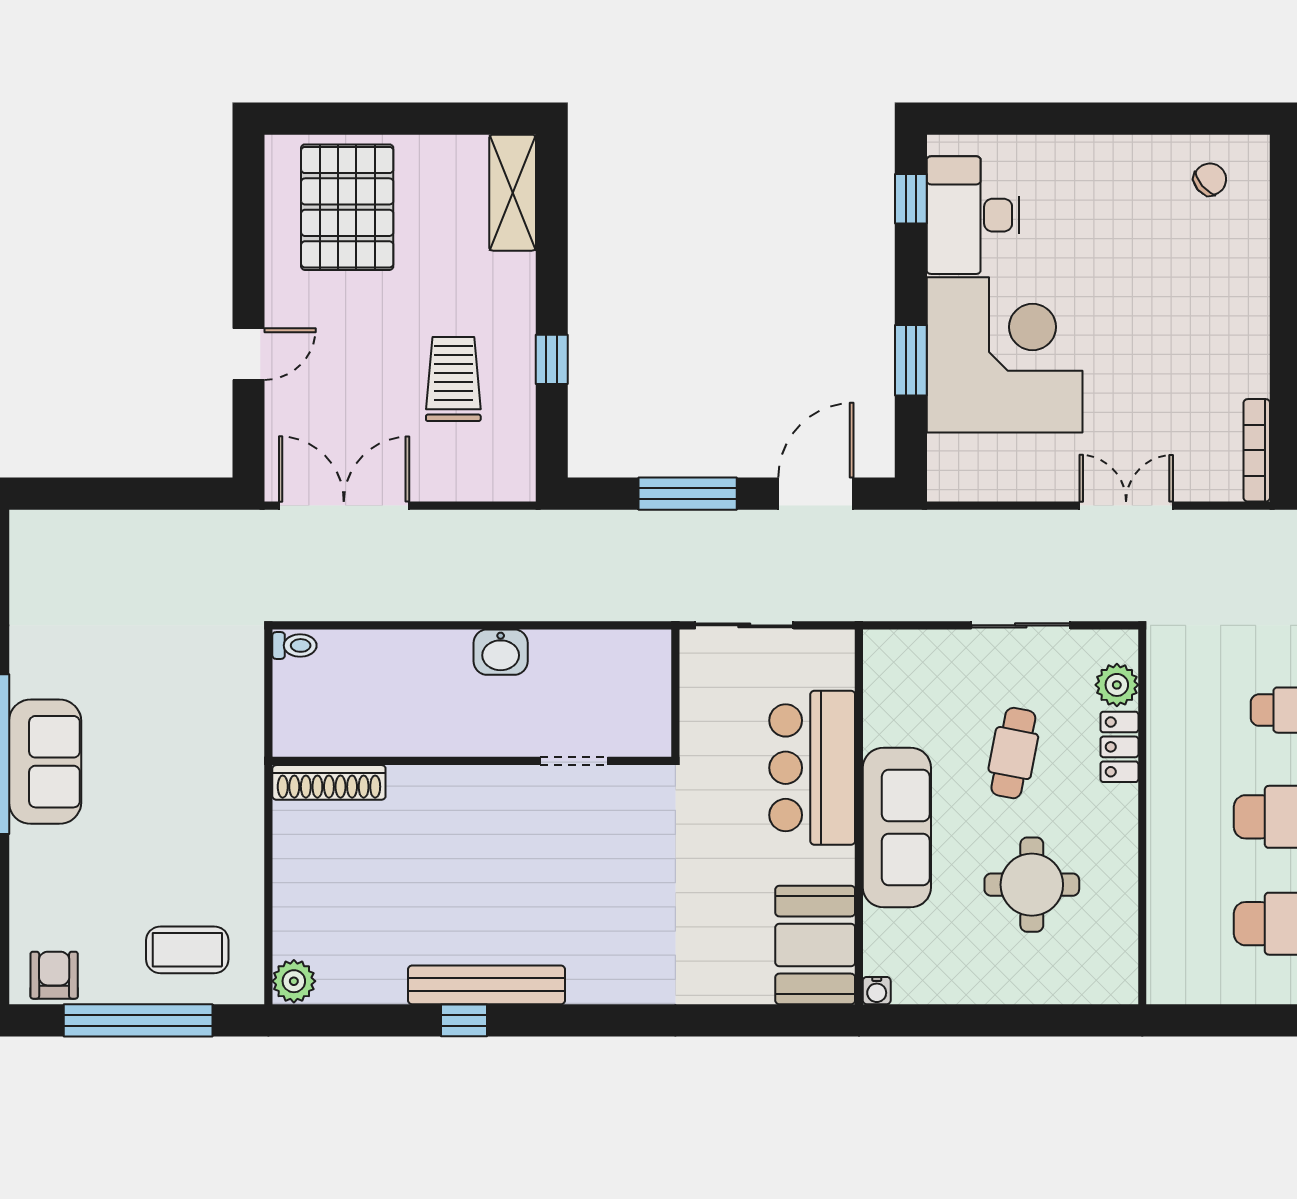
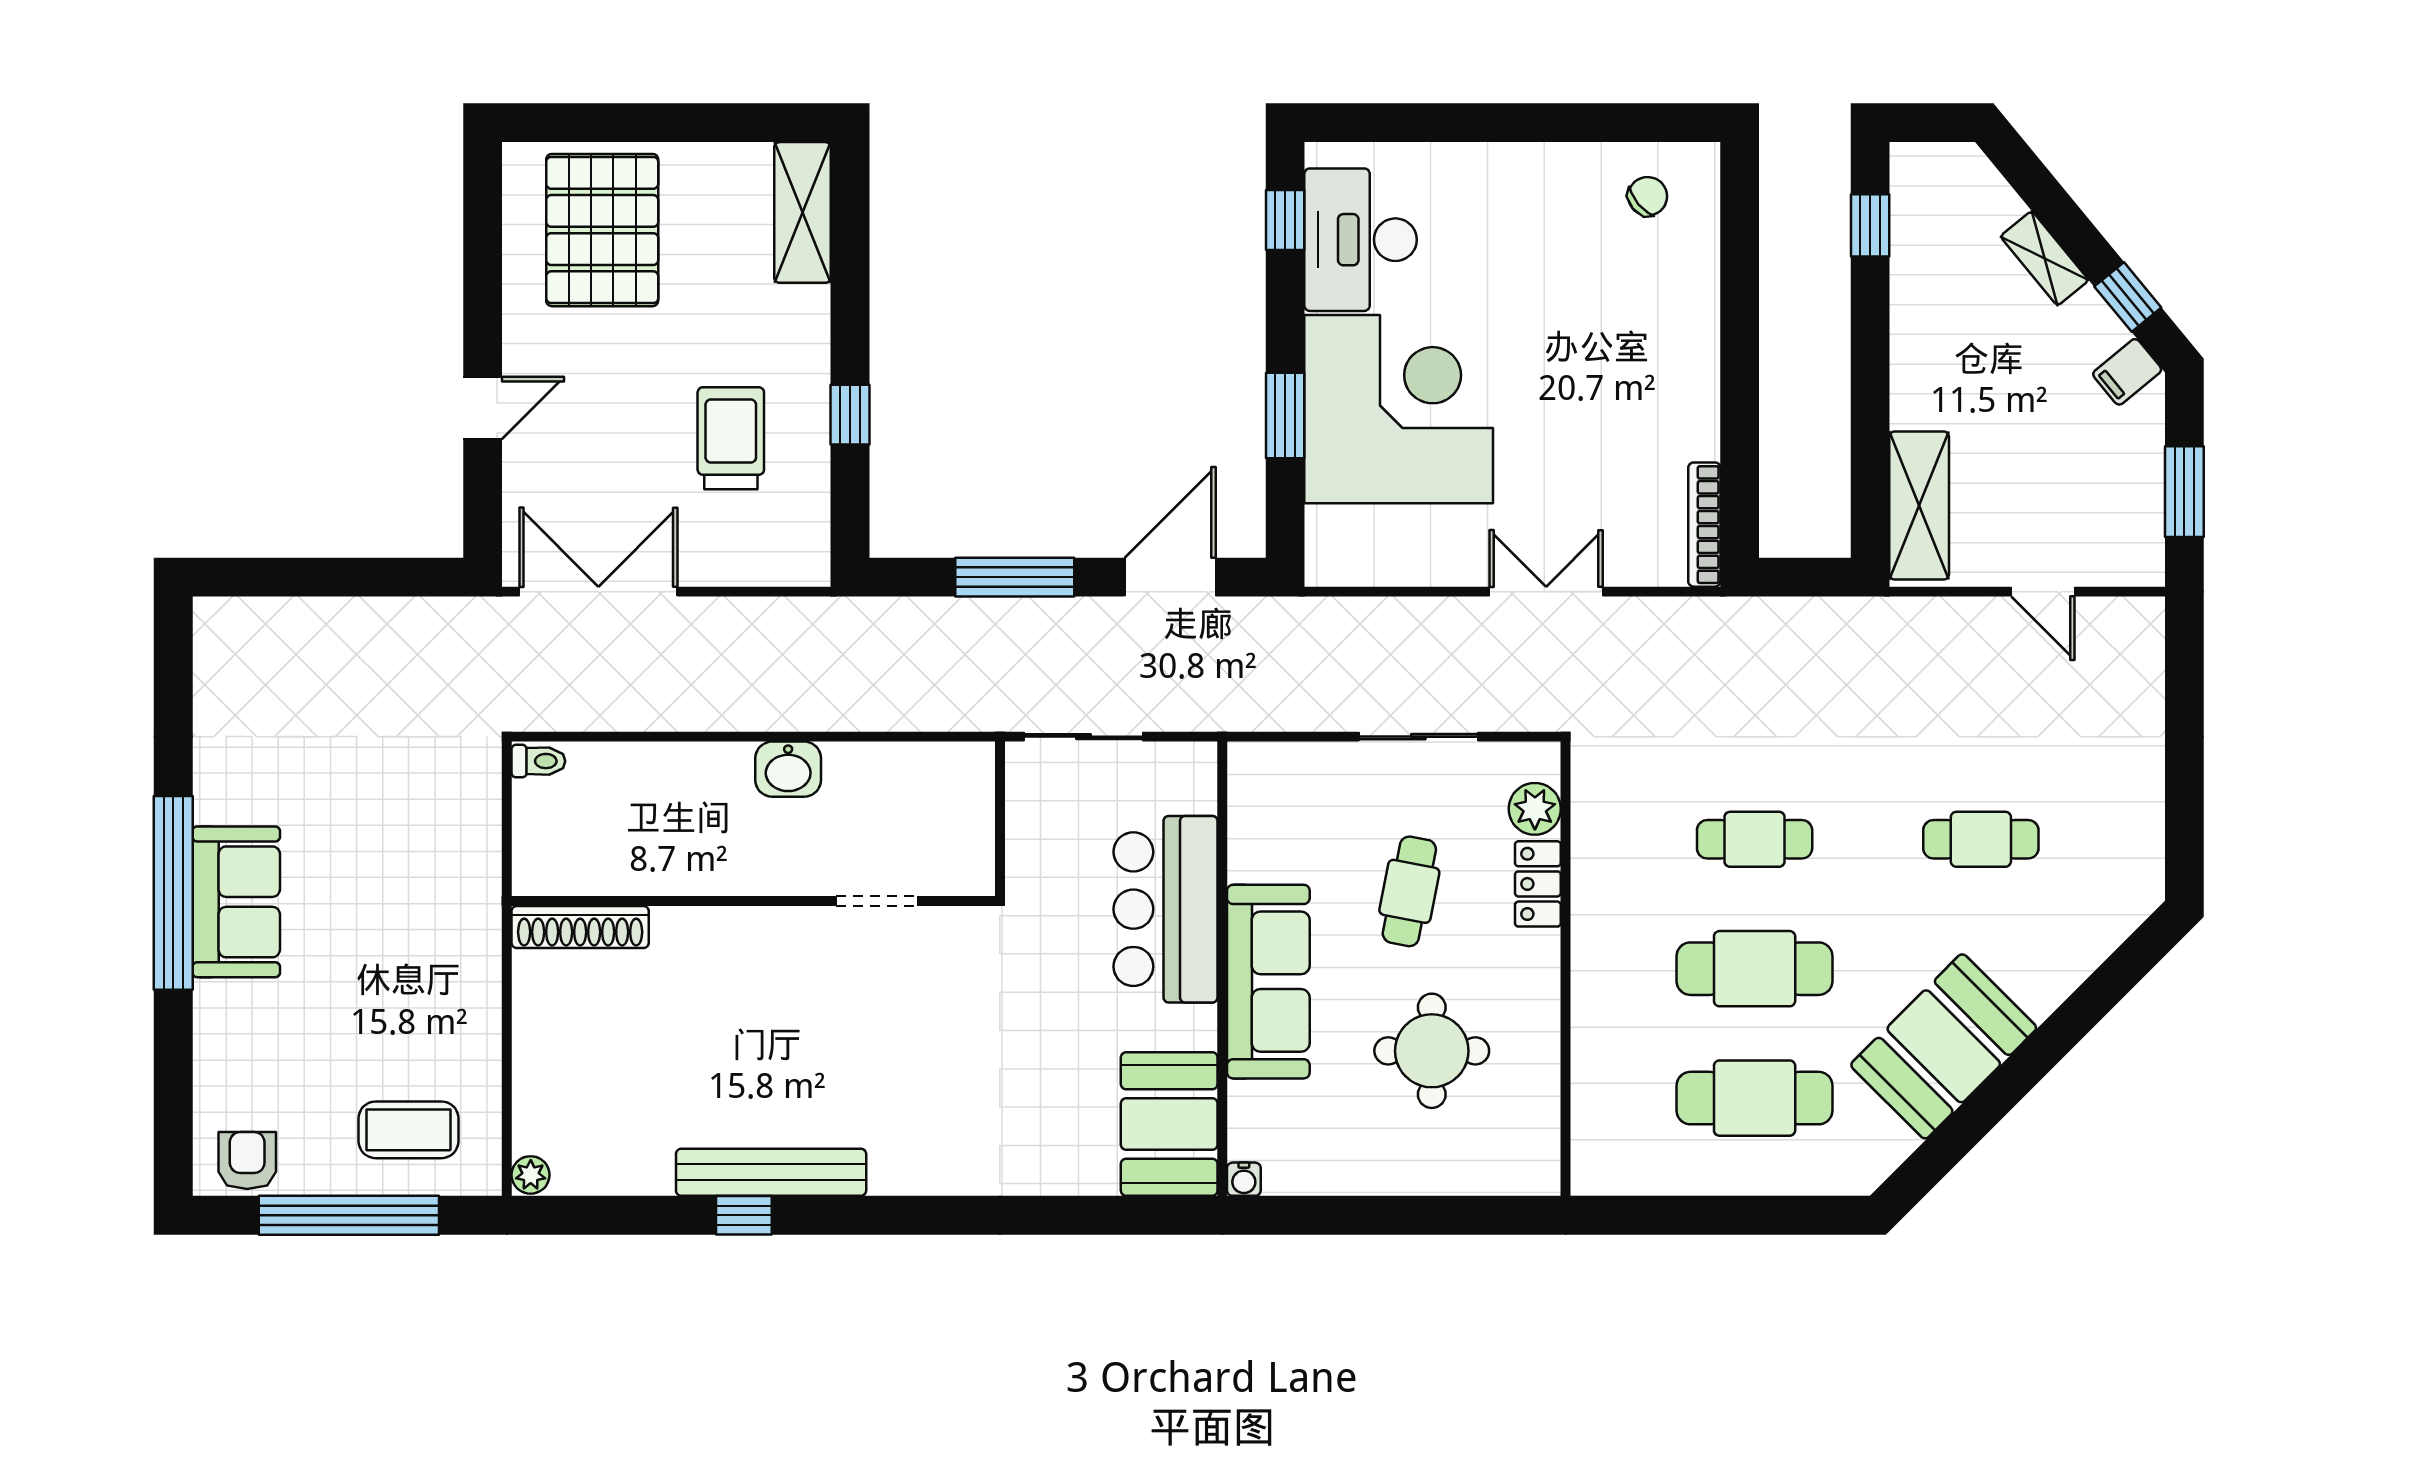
plant: (294, 981) -> (531, 1175), width x0.73, depth x0.73

